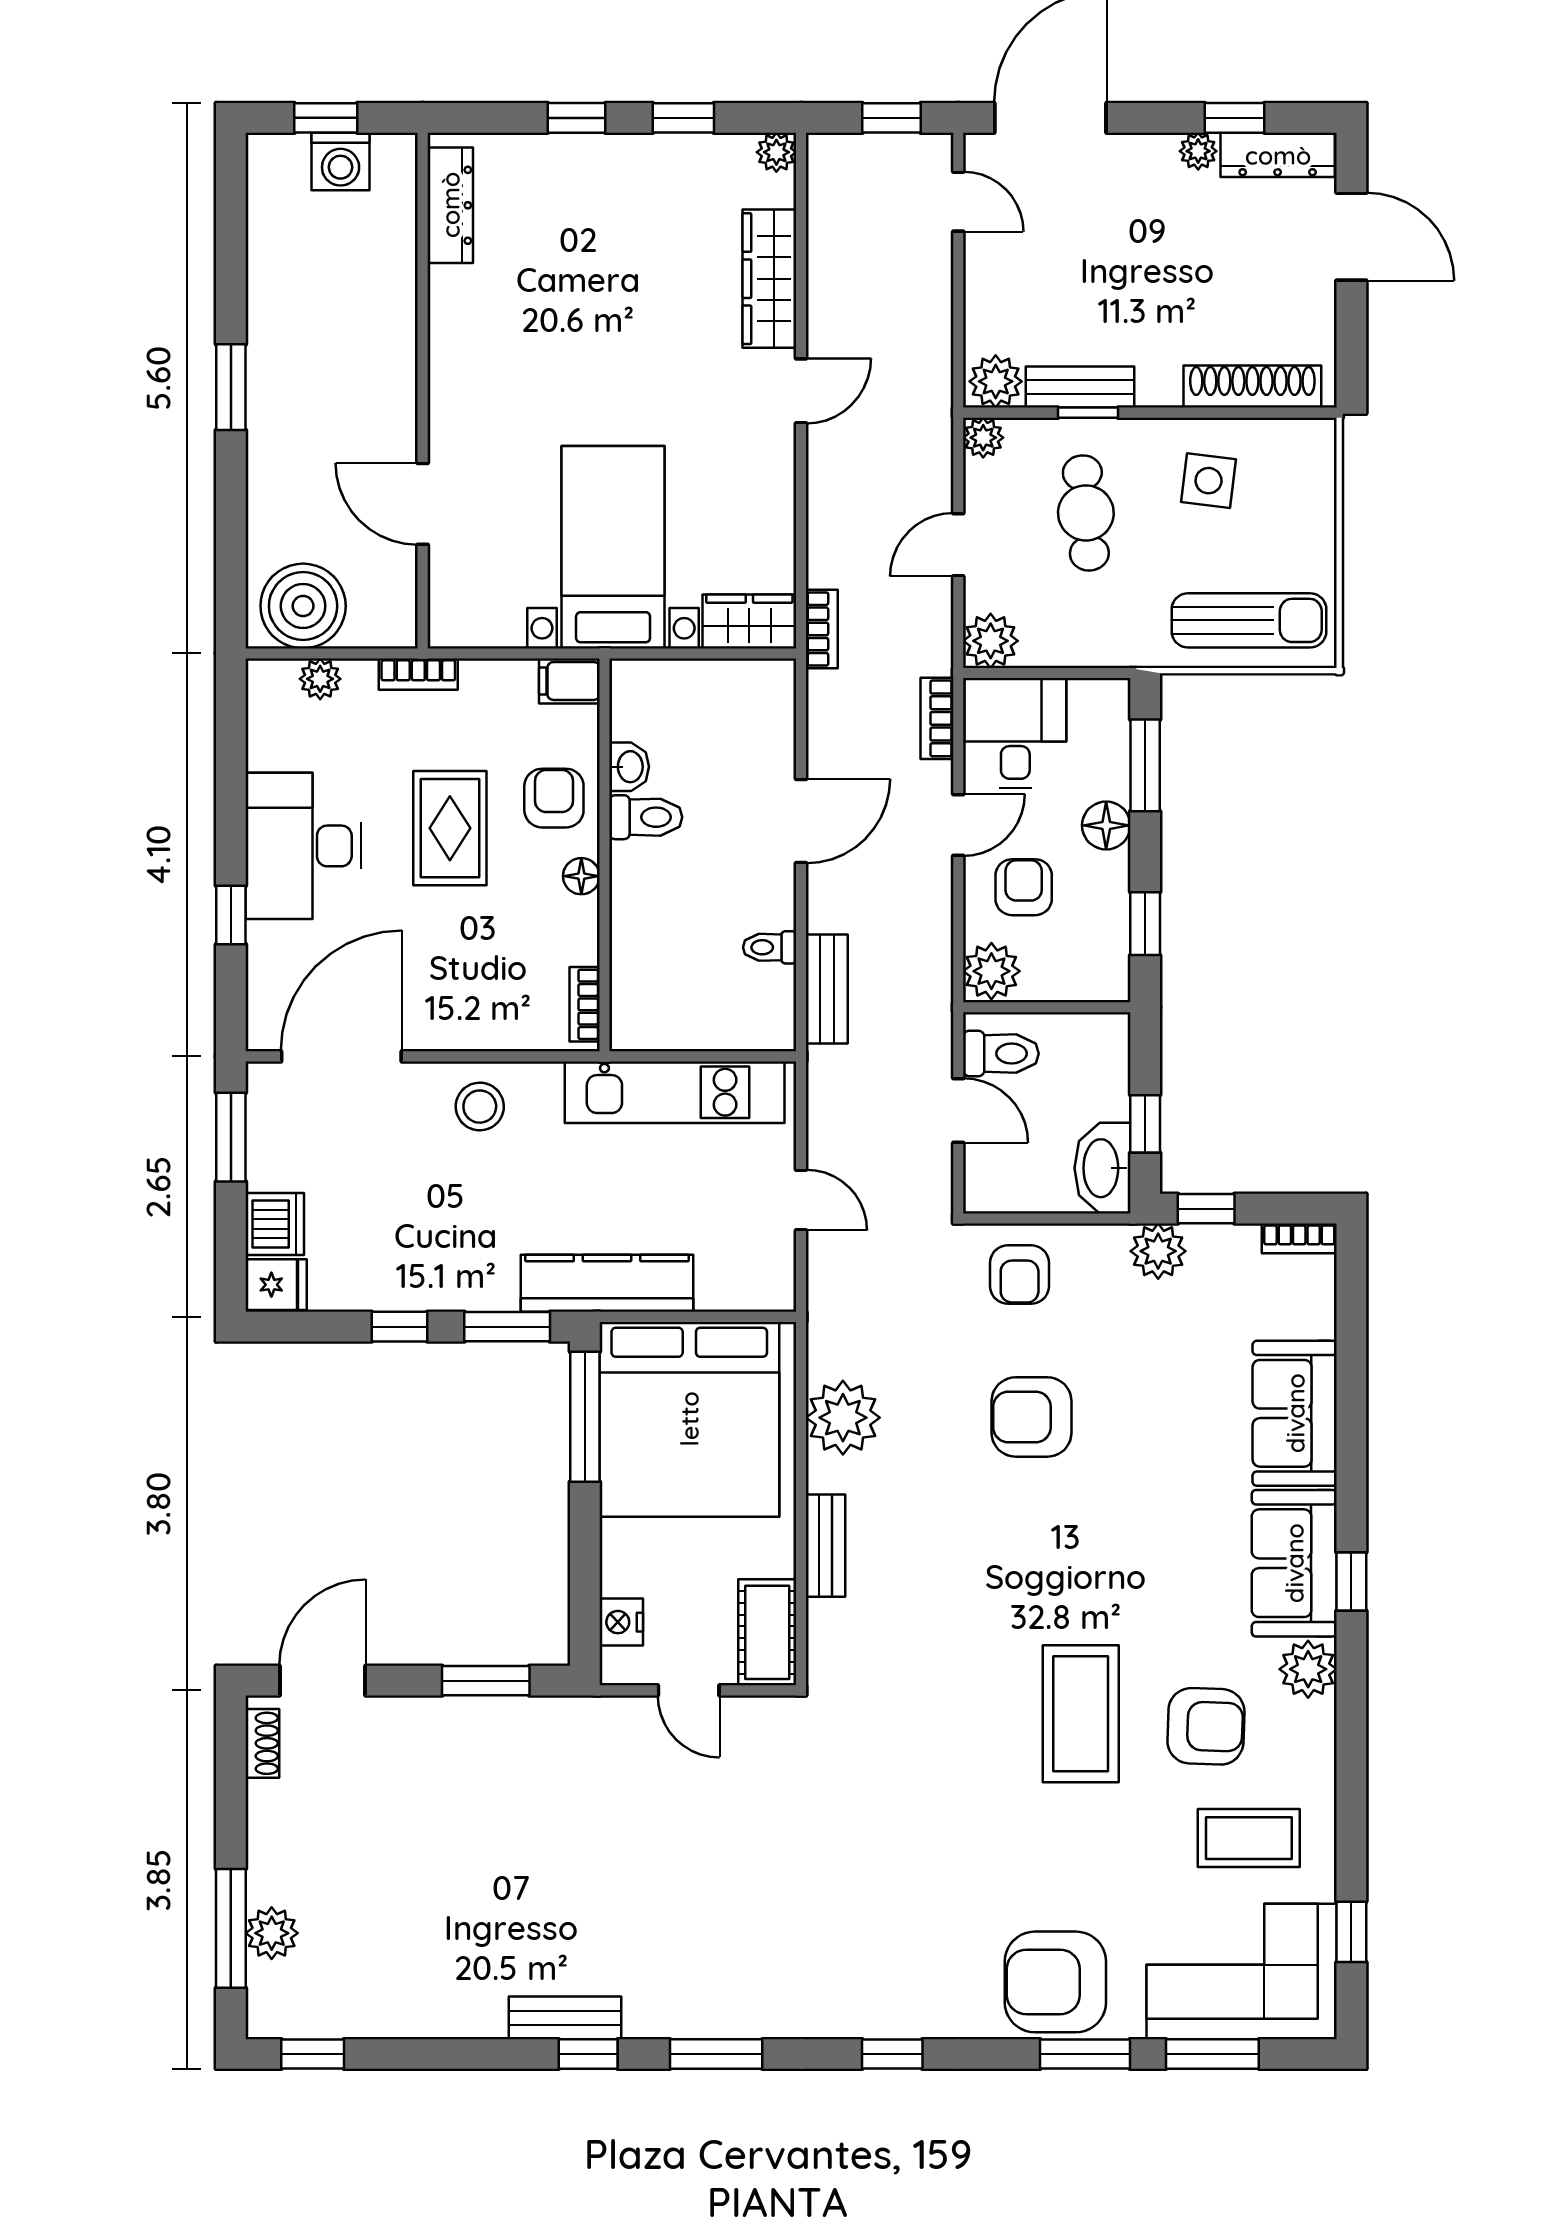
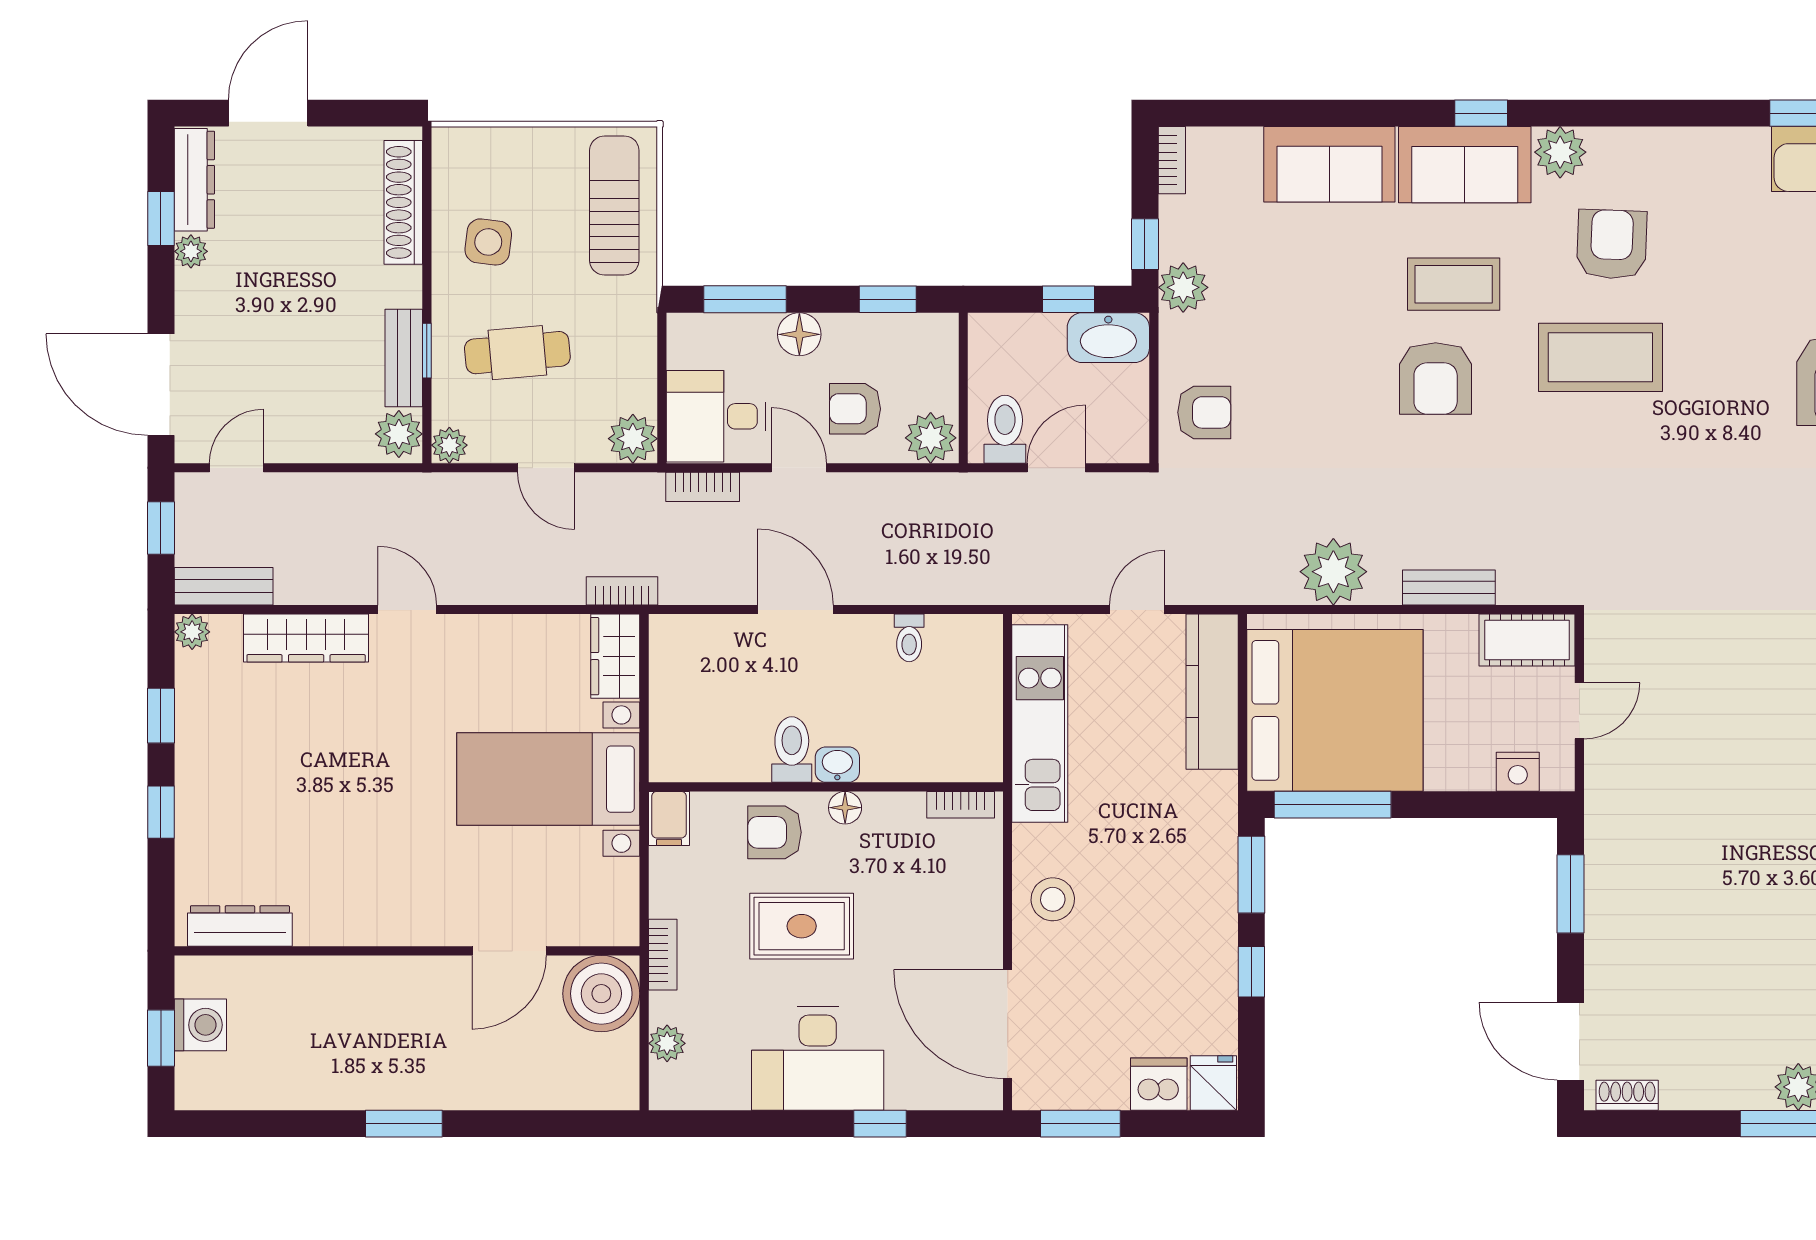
boiler: (303, 606) -> (601, 994), moved
washbasin: (629, 767) -> (837, 765), moved
bench: (827, 989) -> (224, 586), moved
kitchen counter: (607, 1283) -> (1212, 692), moved
armchair: (1032, 1417) -> (1436, 378), moved
coffee table: (1249, 1838) -> (1454, 284), moved, turned 90

